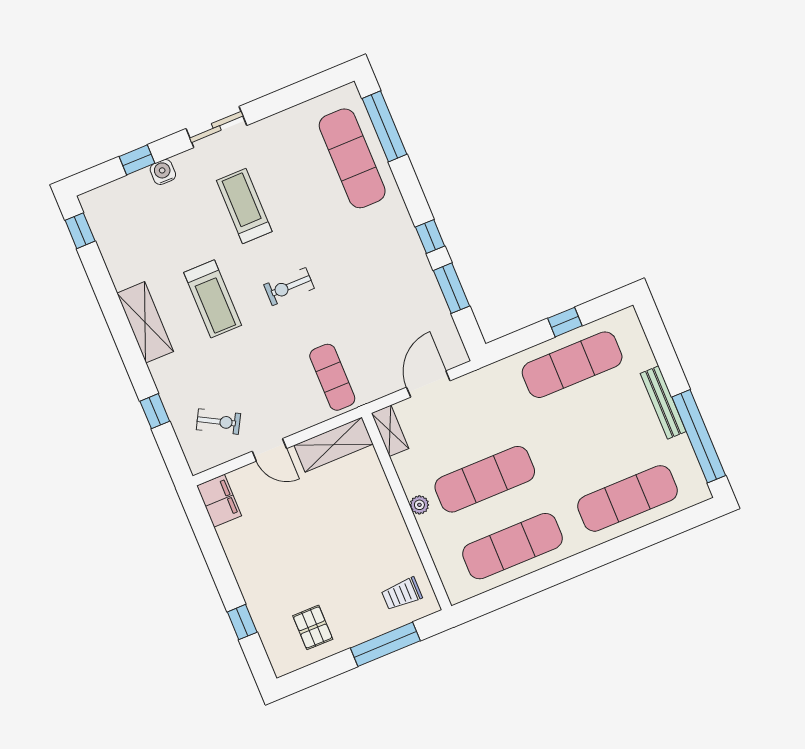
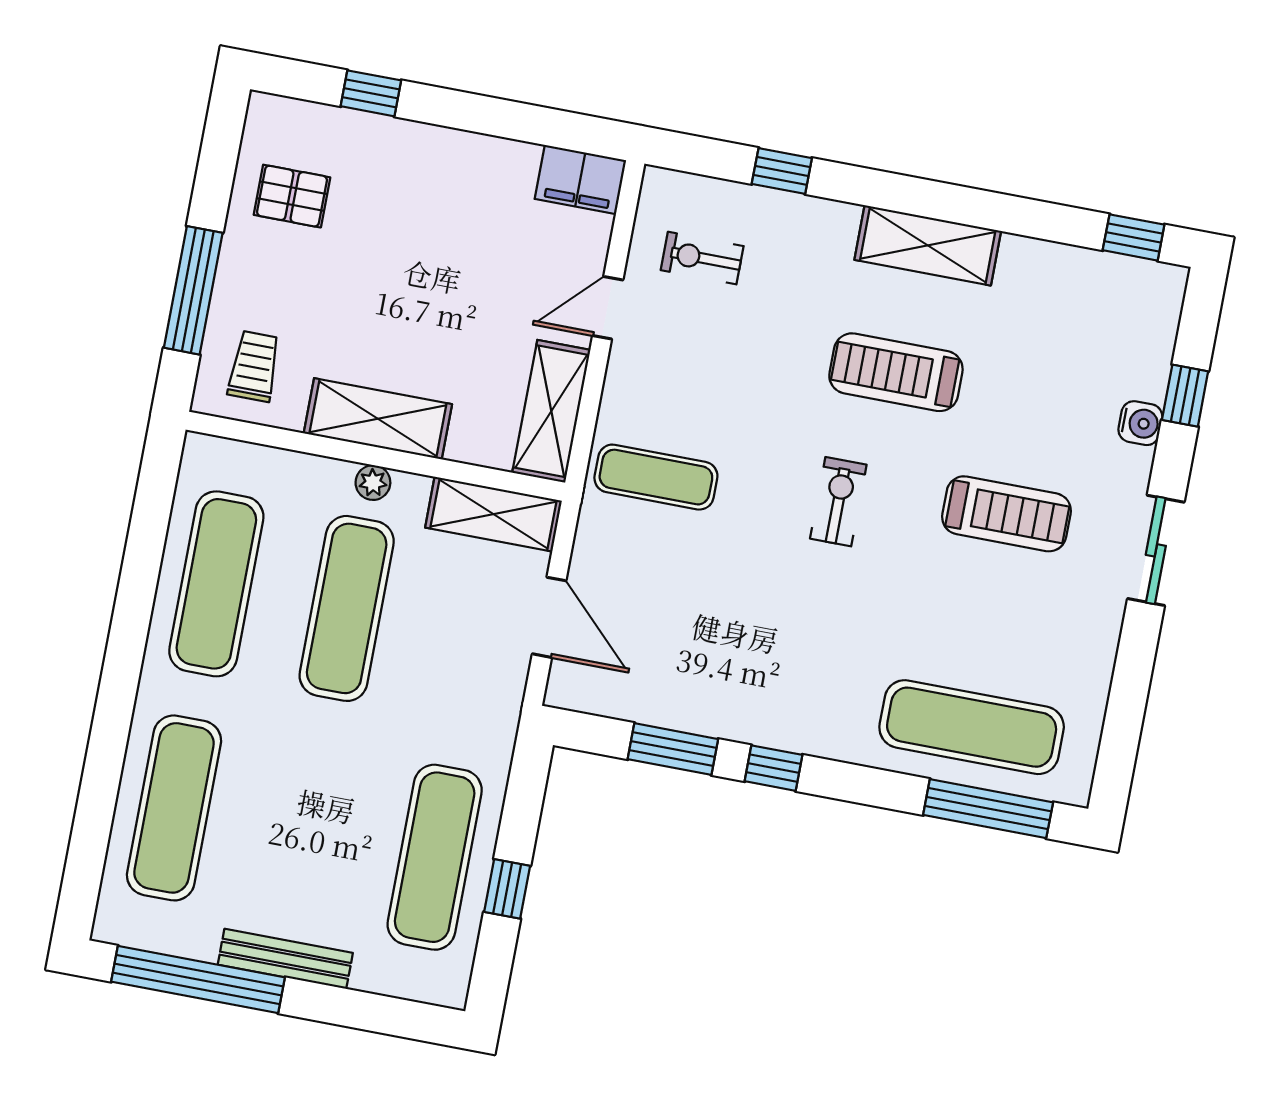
exercise bike: (218, 422) -> (702, 258), turned 61
shelving: (390, 431) -> (494, 514), width x1.50, depth x1.33
shelving: (389, 522) -> (378, 419), added

